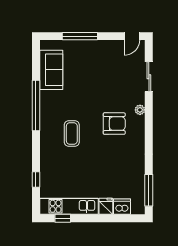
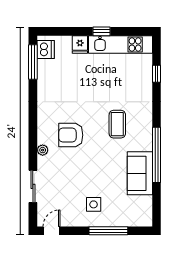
side table: (93, 60) -> (94, 204), added
sofa: (51, 70) -> (140, 173), moved
dishwasher: (122, 207) -> (46, 50), moved, turned -90
window: (63, 218) -> (102, 31), moved

